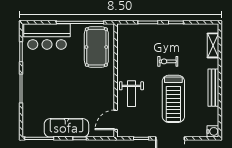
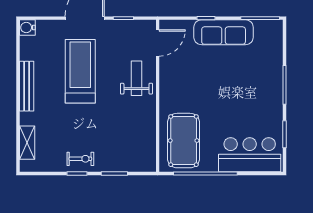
exercise bike: (168, 61) -> (80, 159), moved

